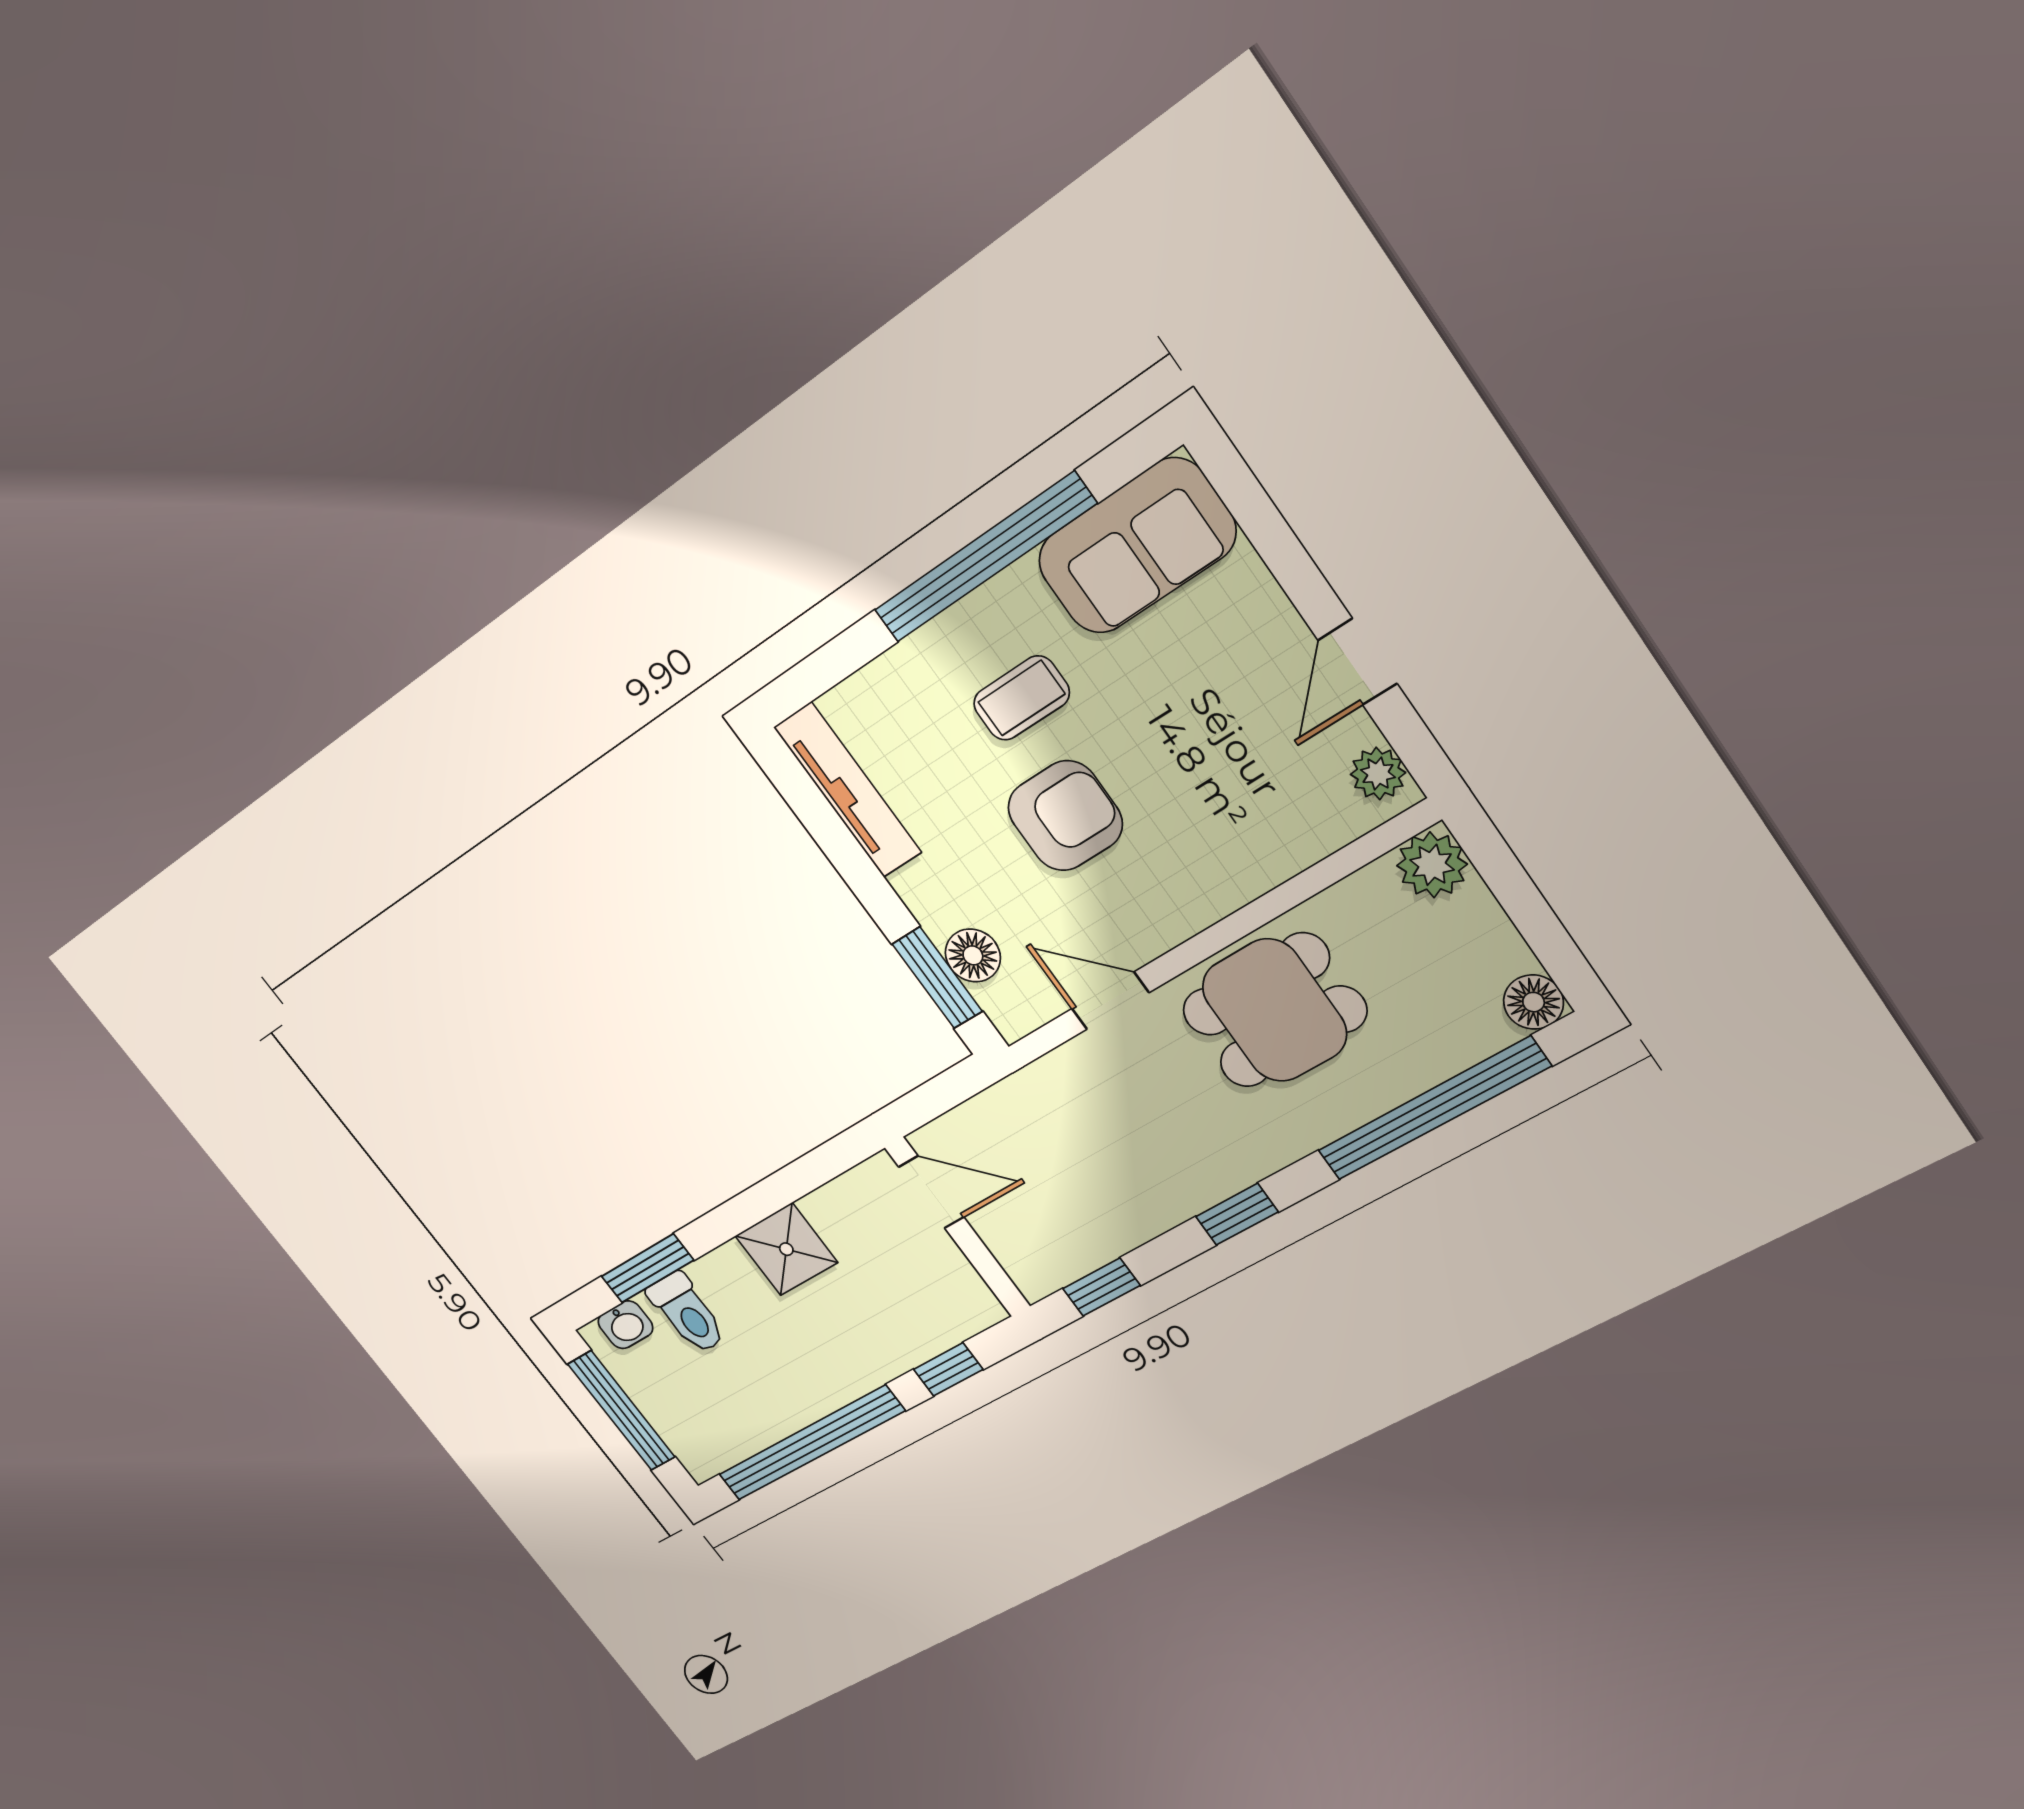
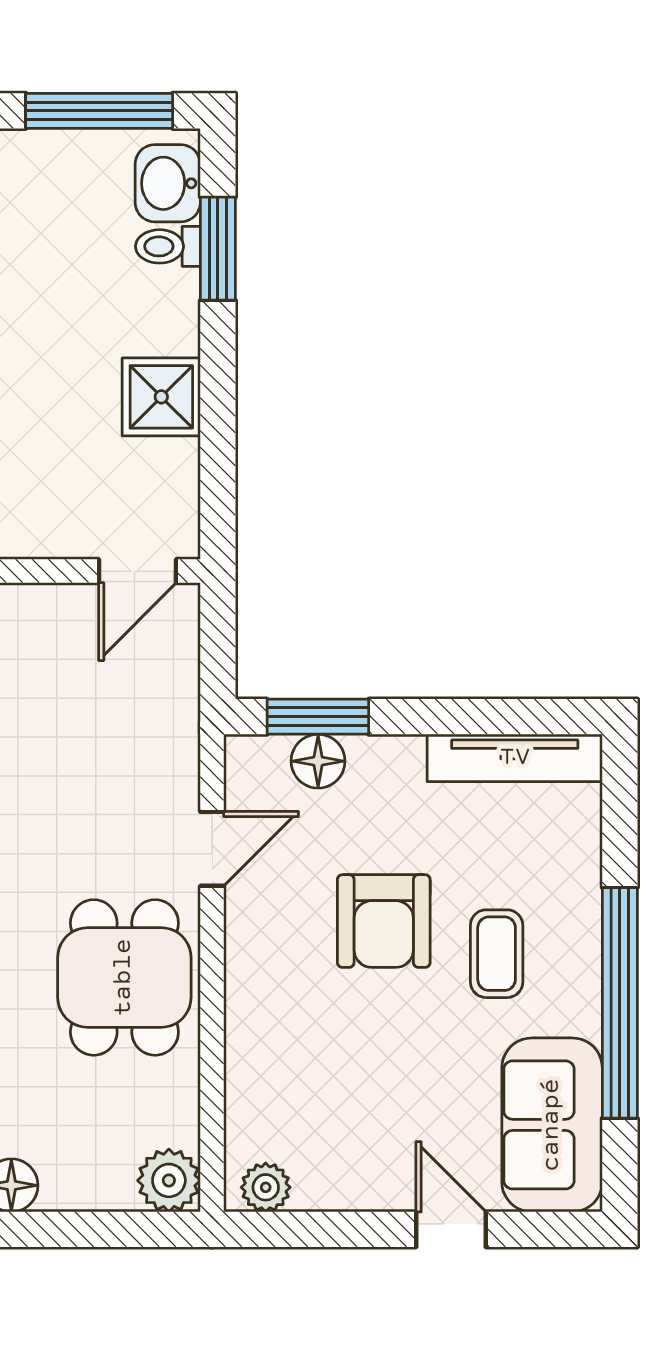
door: (1358, 662) -> (451, 1229), moved
toilet: (687, 1313) -> (168, 246), width x0.73, depth x0.72
washbasin: (626, 1325) -> (168, 183), width x1.38, depth x1.45

